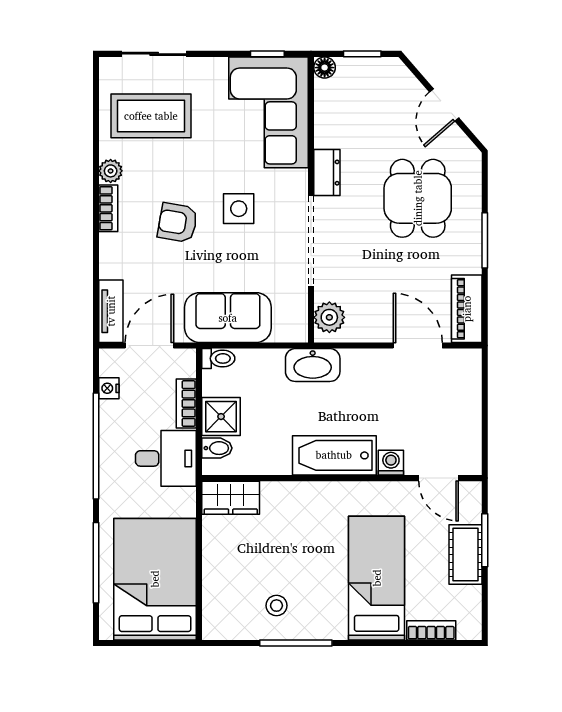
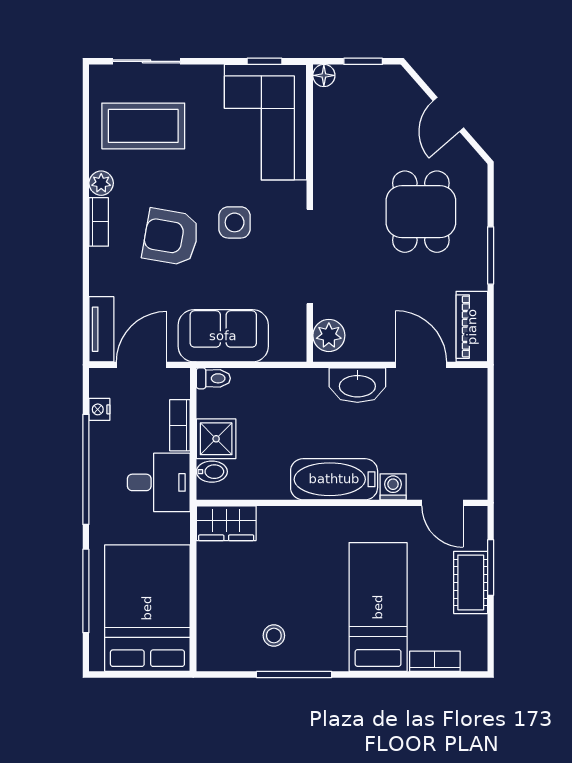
dresser: (327, 173) -> (326, 185), removed
armchair: (178, 223) -> (171, 237), width x1.38, depth x1.38
washbasin: (313, 365) -> (357, 385), moved

